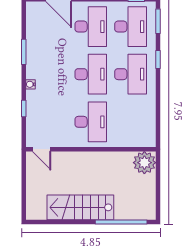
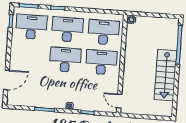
desk: (91, 27) -> (104, 32), moved
door: (42, 149) -> (119, 101), swing flipped
plant: (144, 163) -> (132, 20), width x0.53, depth x0.53

